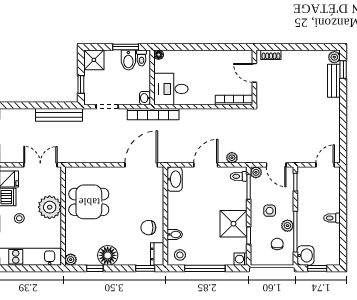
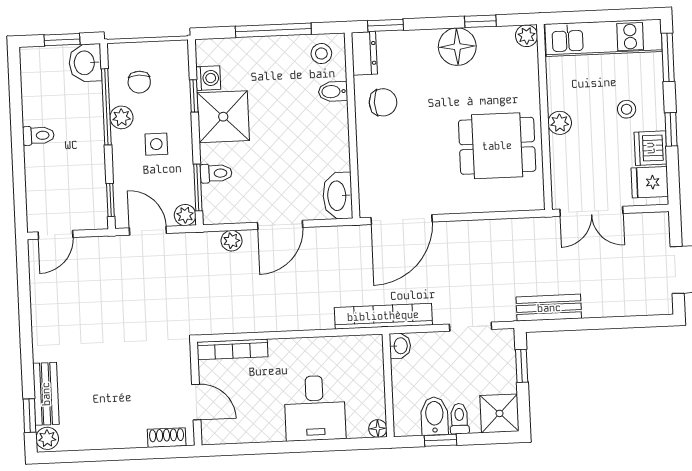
window: (126, 47) -> (441, 440), width x0.67
toilet: (142, 58) -> (459, 419), moved
desk: (171, 89) -> (315, 408), moved, turned 90
bench: (59, 115) -> (549, 308), width x0.73
toilet: (239, 176) -> (216, 173), moved
plant: (50, 207) -> (560, 123), width x0.53, depth x0.53
washing machine: (240, 259) -> (208, 78), moved

